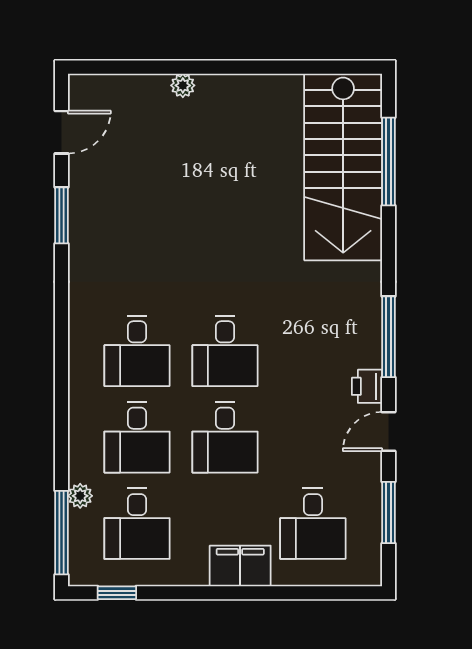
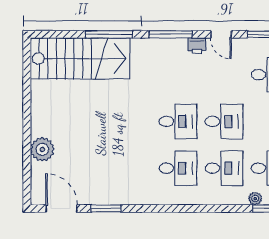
plant: (183, 85) -> (42, 149), width x1.88, depth x1.88
door: (62, 132) -> (61, 208), width x1.38
window: (388, 162) -> (109, 34), moved

